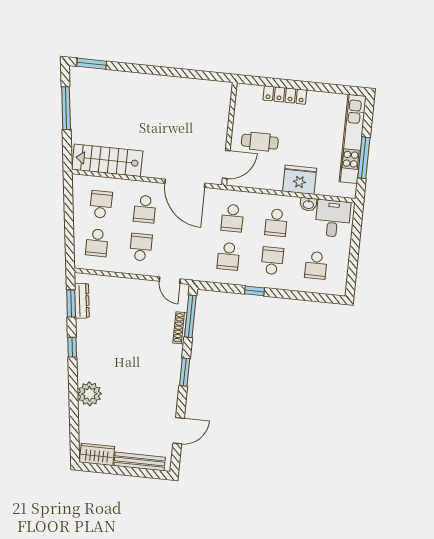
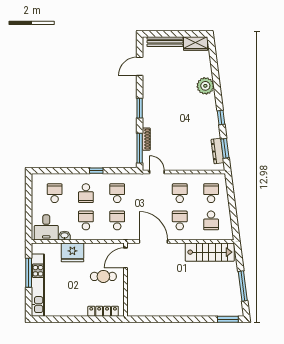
locker: (285, 95) -> (103, 311), moved
school desk: (141, 247) -> (180, 193), turned 180

